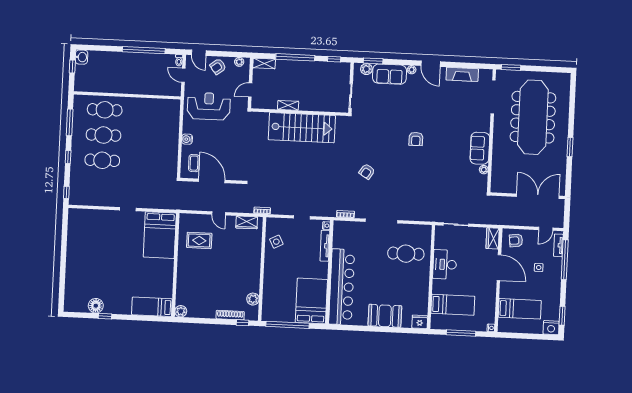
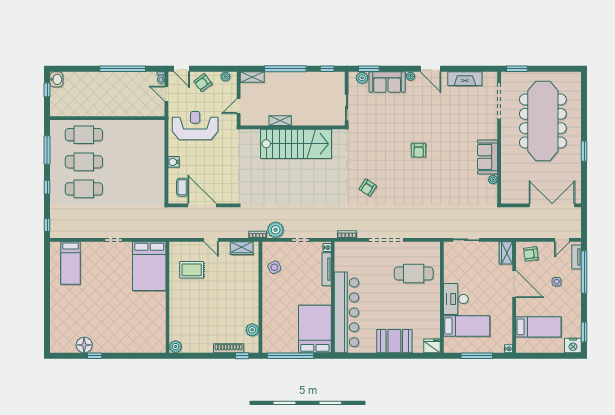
plant: (279, 207) -> (276, 230), added
desk: (445, 264) -> (456, 299), moved
bed: (152, 307) -> (70, 263), moved, turned -90

